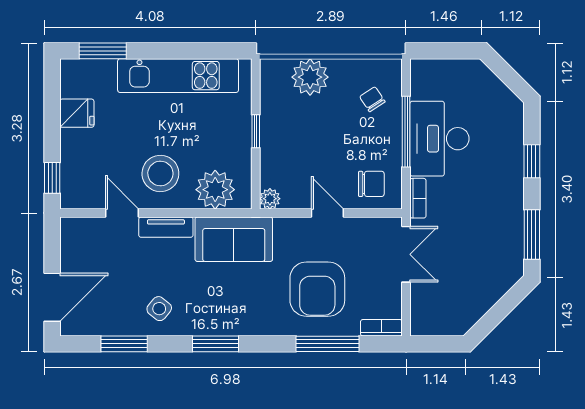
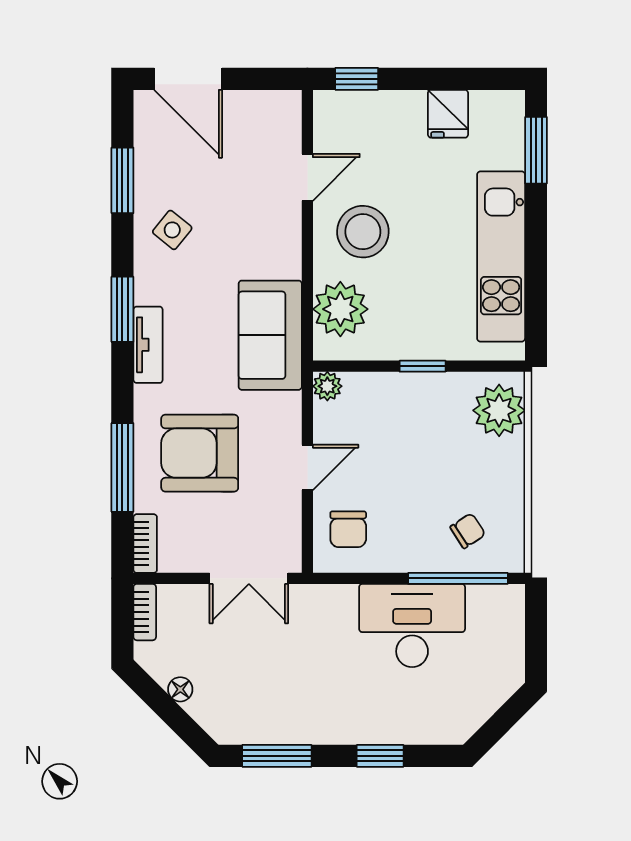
plant: (310, 77) -> (499, 410), moved
window: (406, 132) -> (458, 578), moved
bookcase: (418, 198) -> (145, 612), moved, turned -90
tv unit: (166, 227) -> (148, 345), moved, turned 180
floor lamp: (485, 303) -> (180, 689), added

